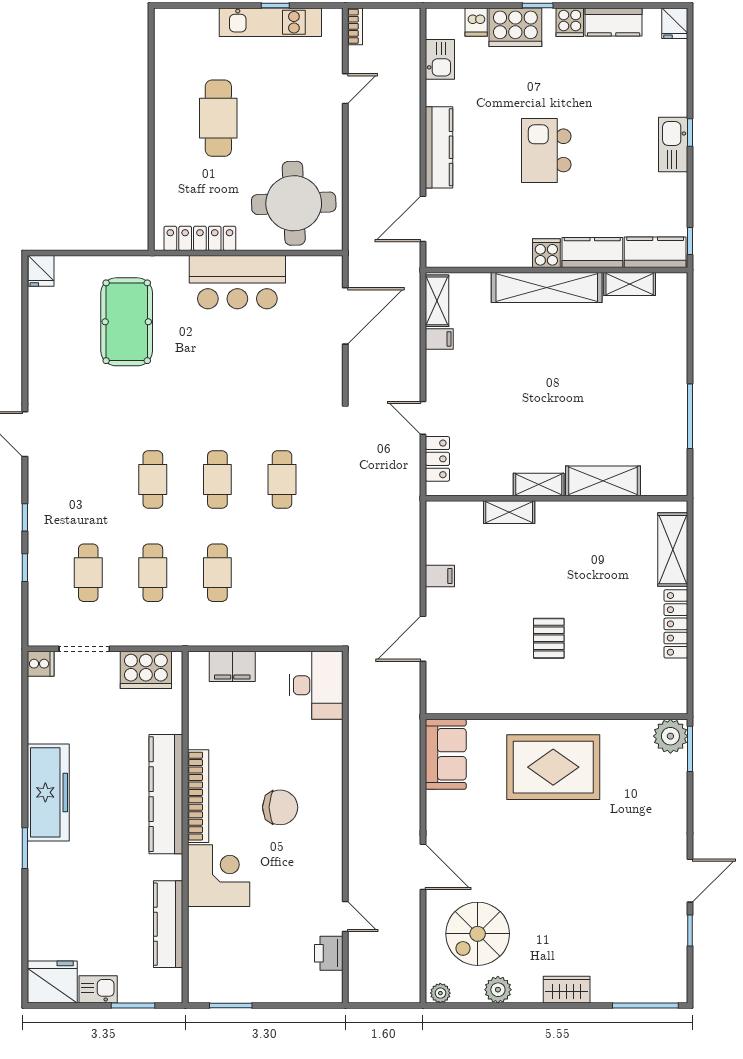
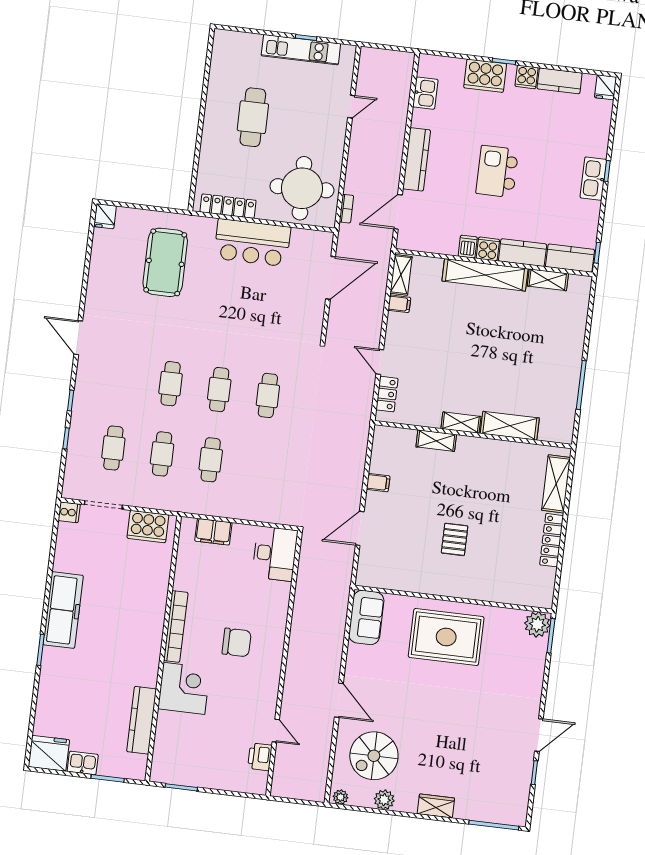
dishwasher: (476, 22) -> (468, 247), moved, turned 180
bookcase: (355, 26) -> (346, 209), moved
kitchen counter: (166, 794) -> (152, 622), removed

